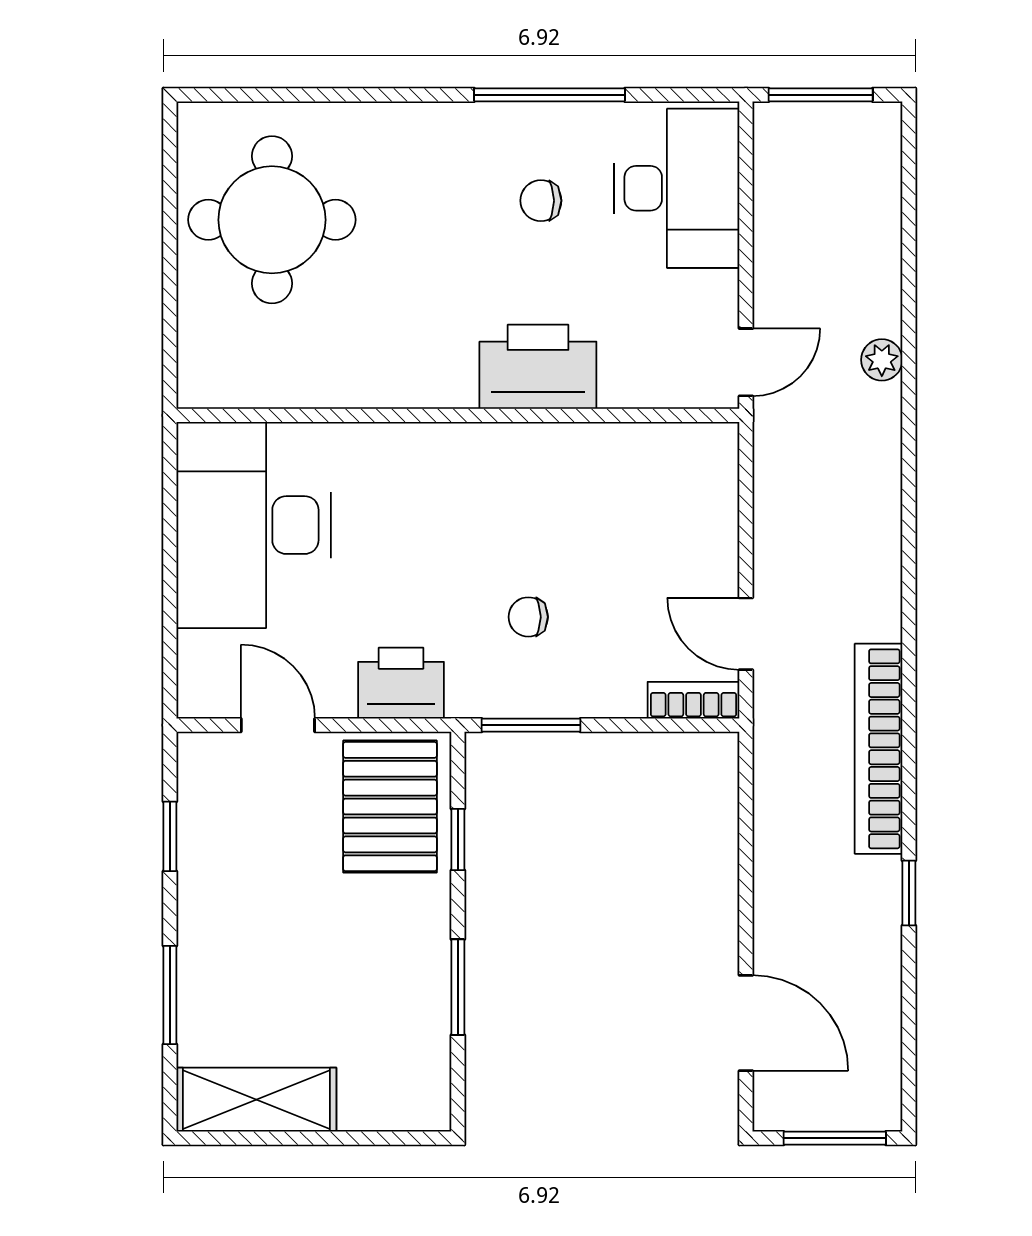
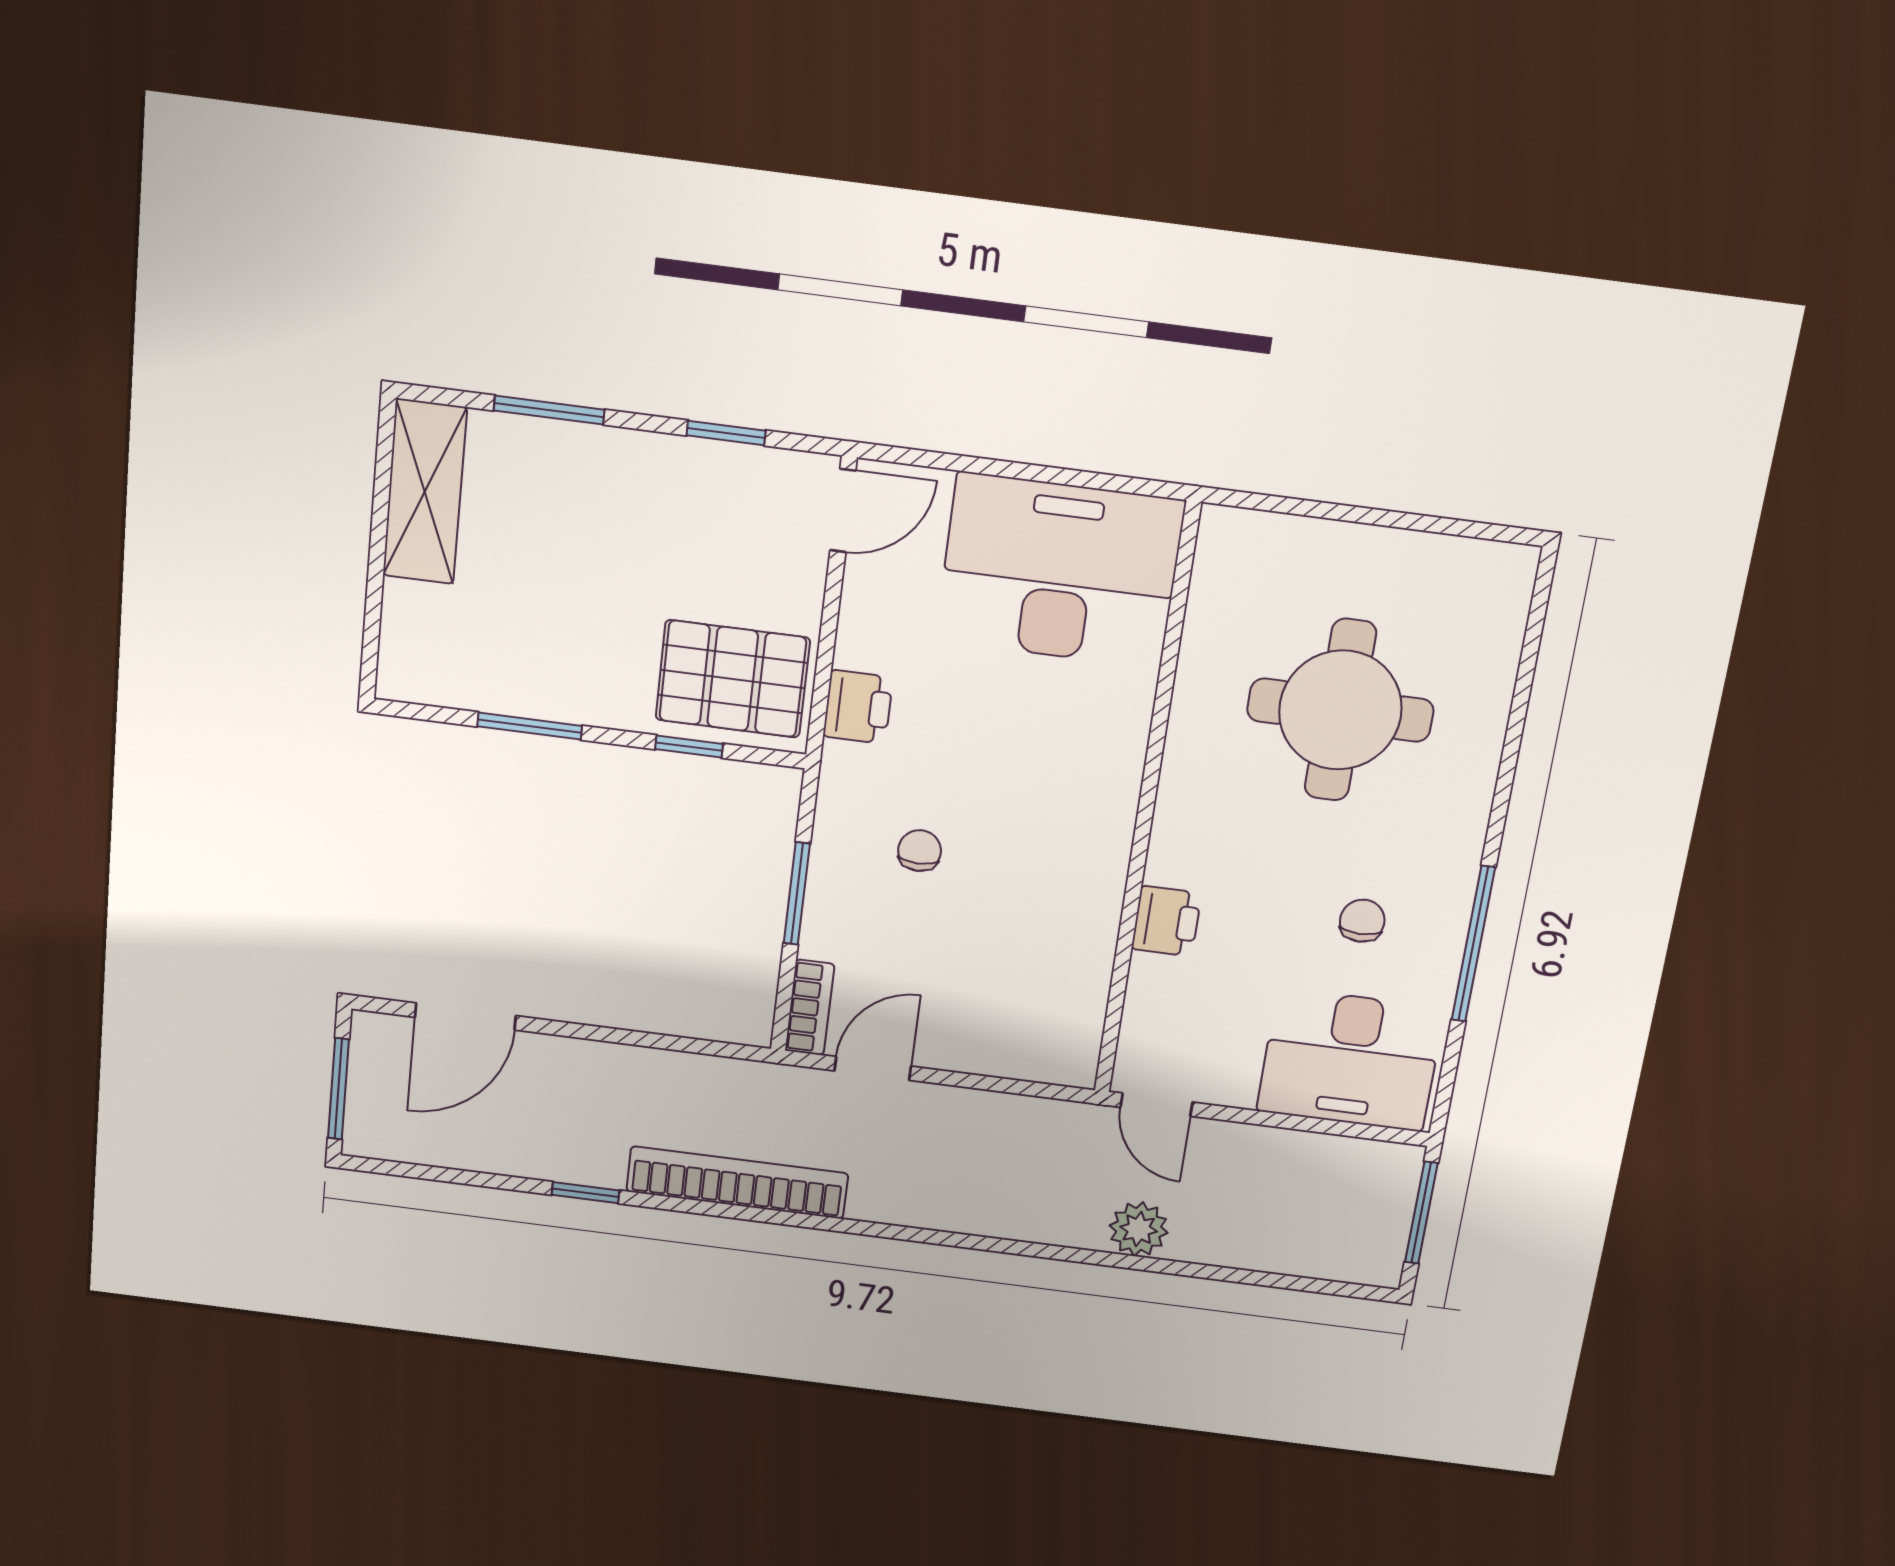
round table: (272, 220) -> (1340, 710), moved
plant: (882, 360) -> (1139, 1229), width x1.38, depth x1.38
printer: (538, 367) -> (1166, 921), width x0.53, depth x0.68
printer: (401, 683) -> (858, 707), width x0.73, depth x0.81
door: (278, 725) -> (843, 511), moved
window: (531, 725) -> (797, 894), moved

